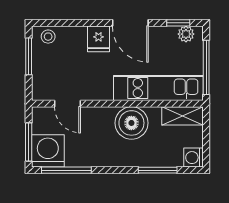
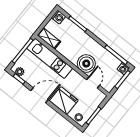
door: (130, 23) -> (39, 95), hinge flipped
fridge: (99, 39) -> (64, 101), width x1.88, depth x1.34
boiler: (131, 123) -> (86, 63), moved
washing machine: (48, 151) -> (123, 69), width x0.53, depth x0.53

